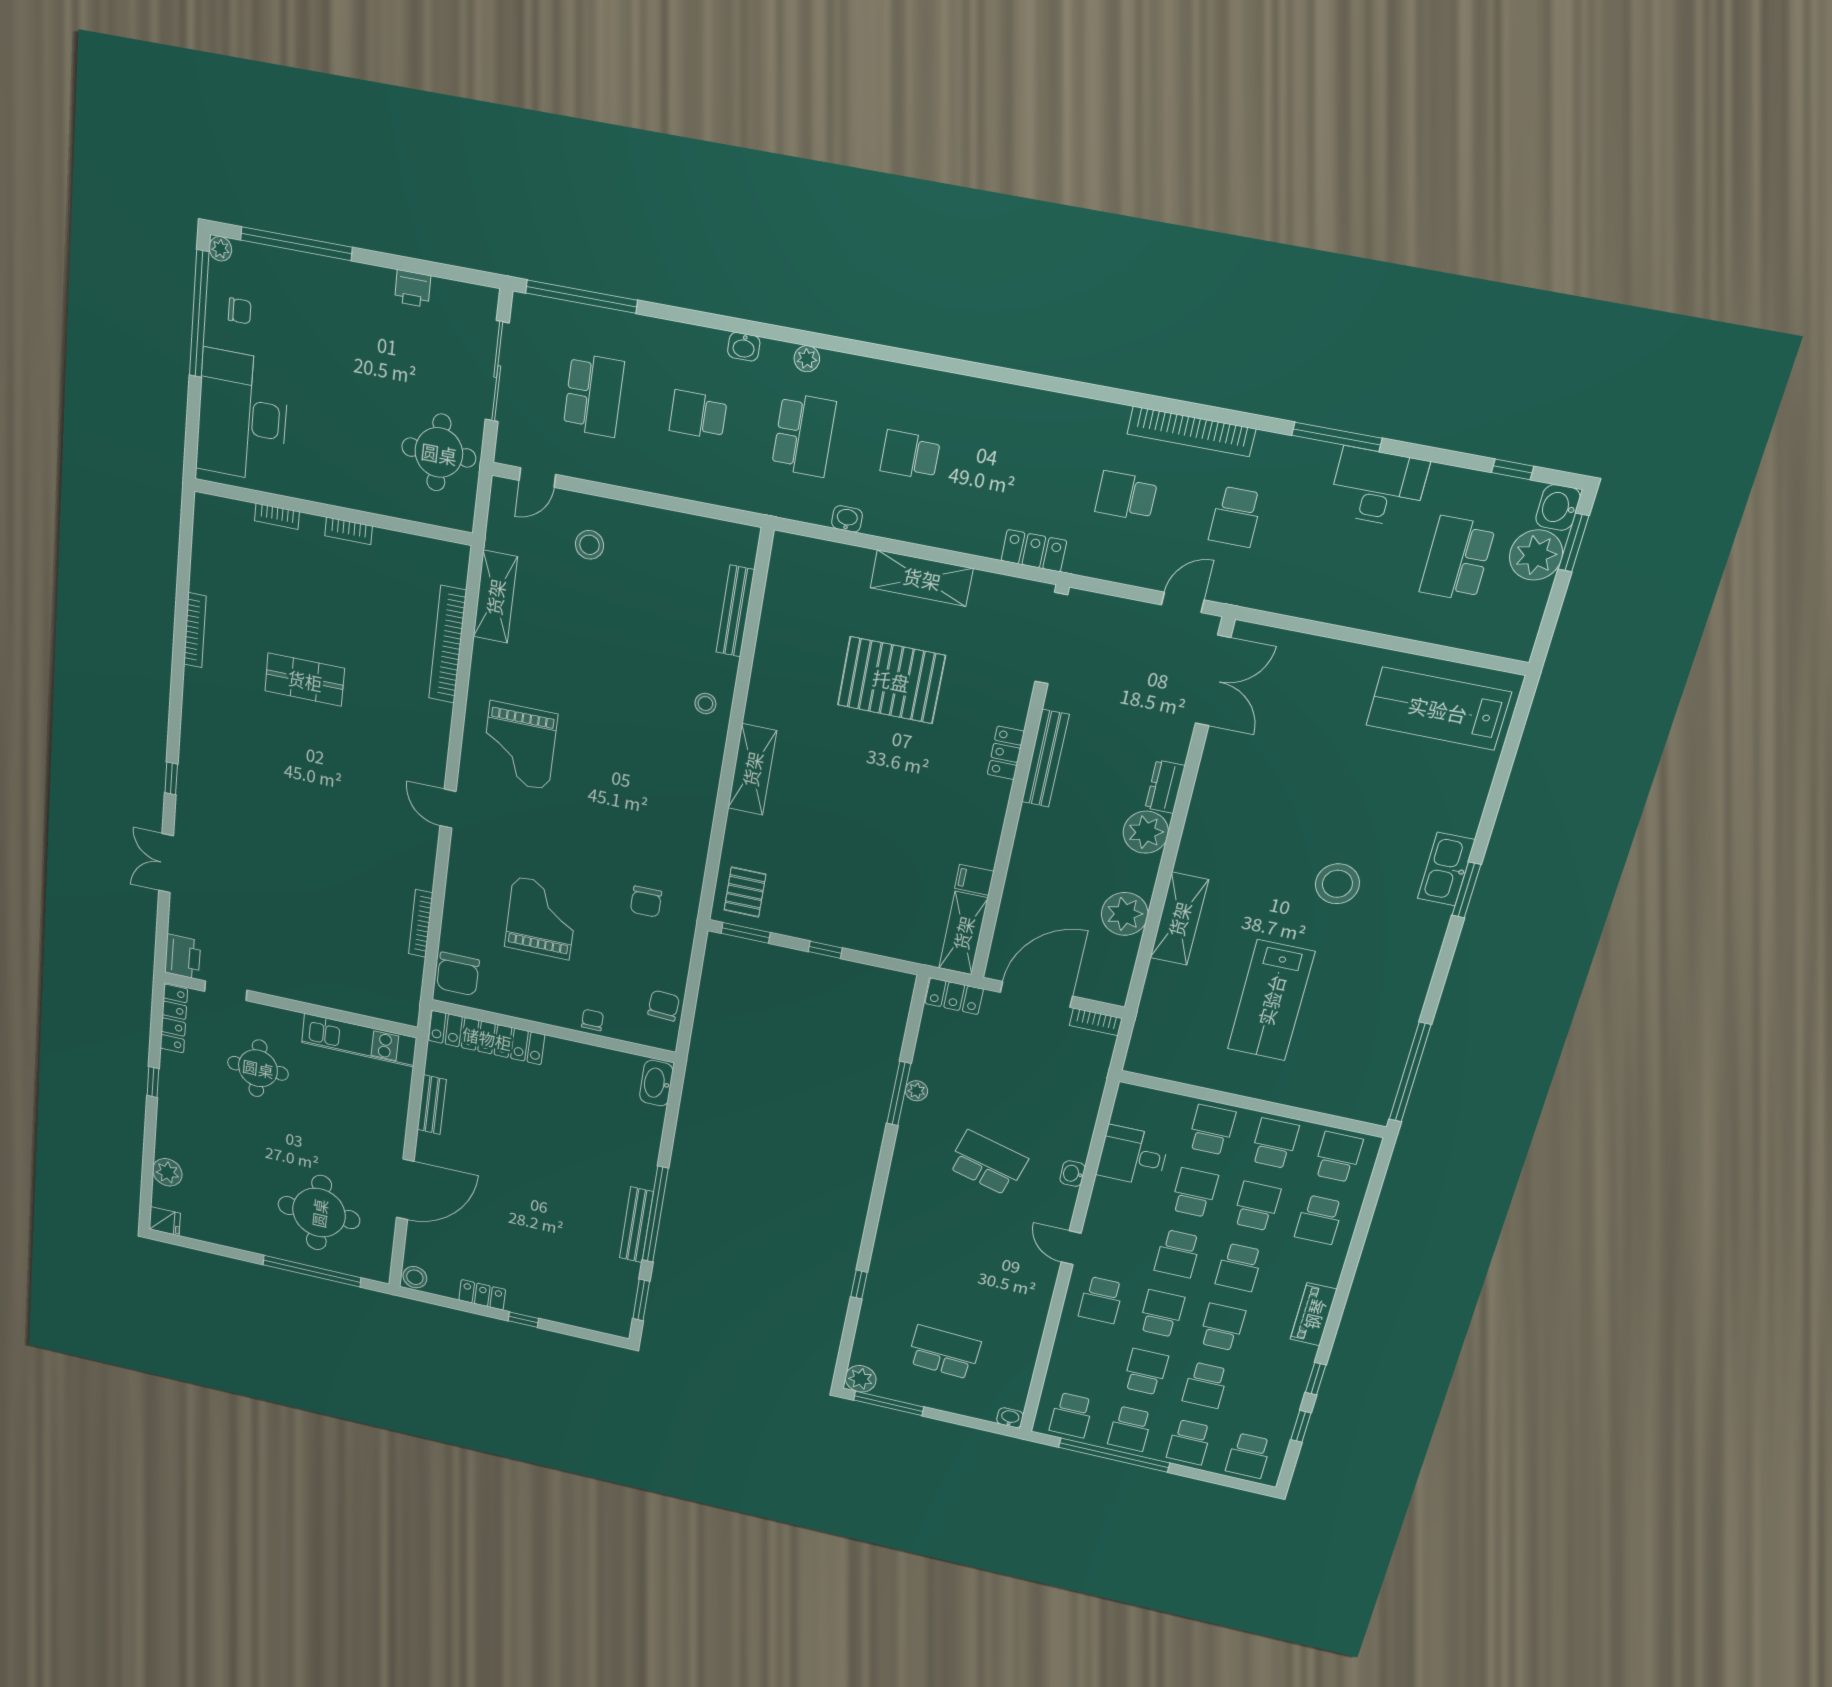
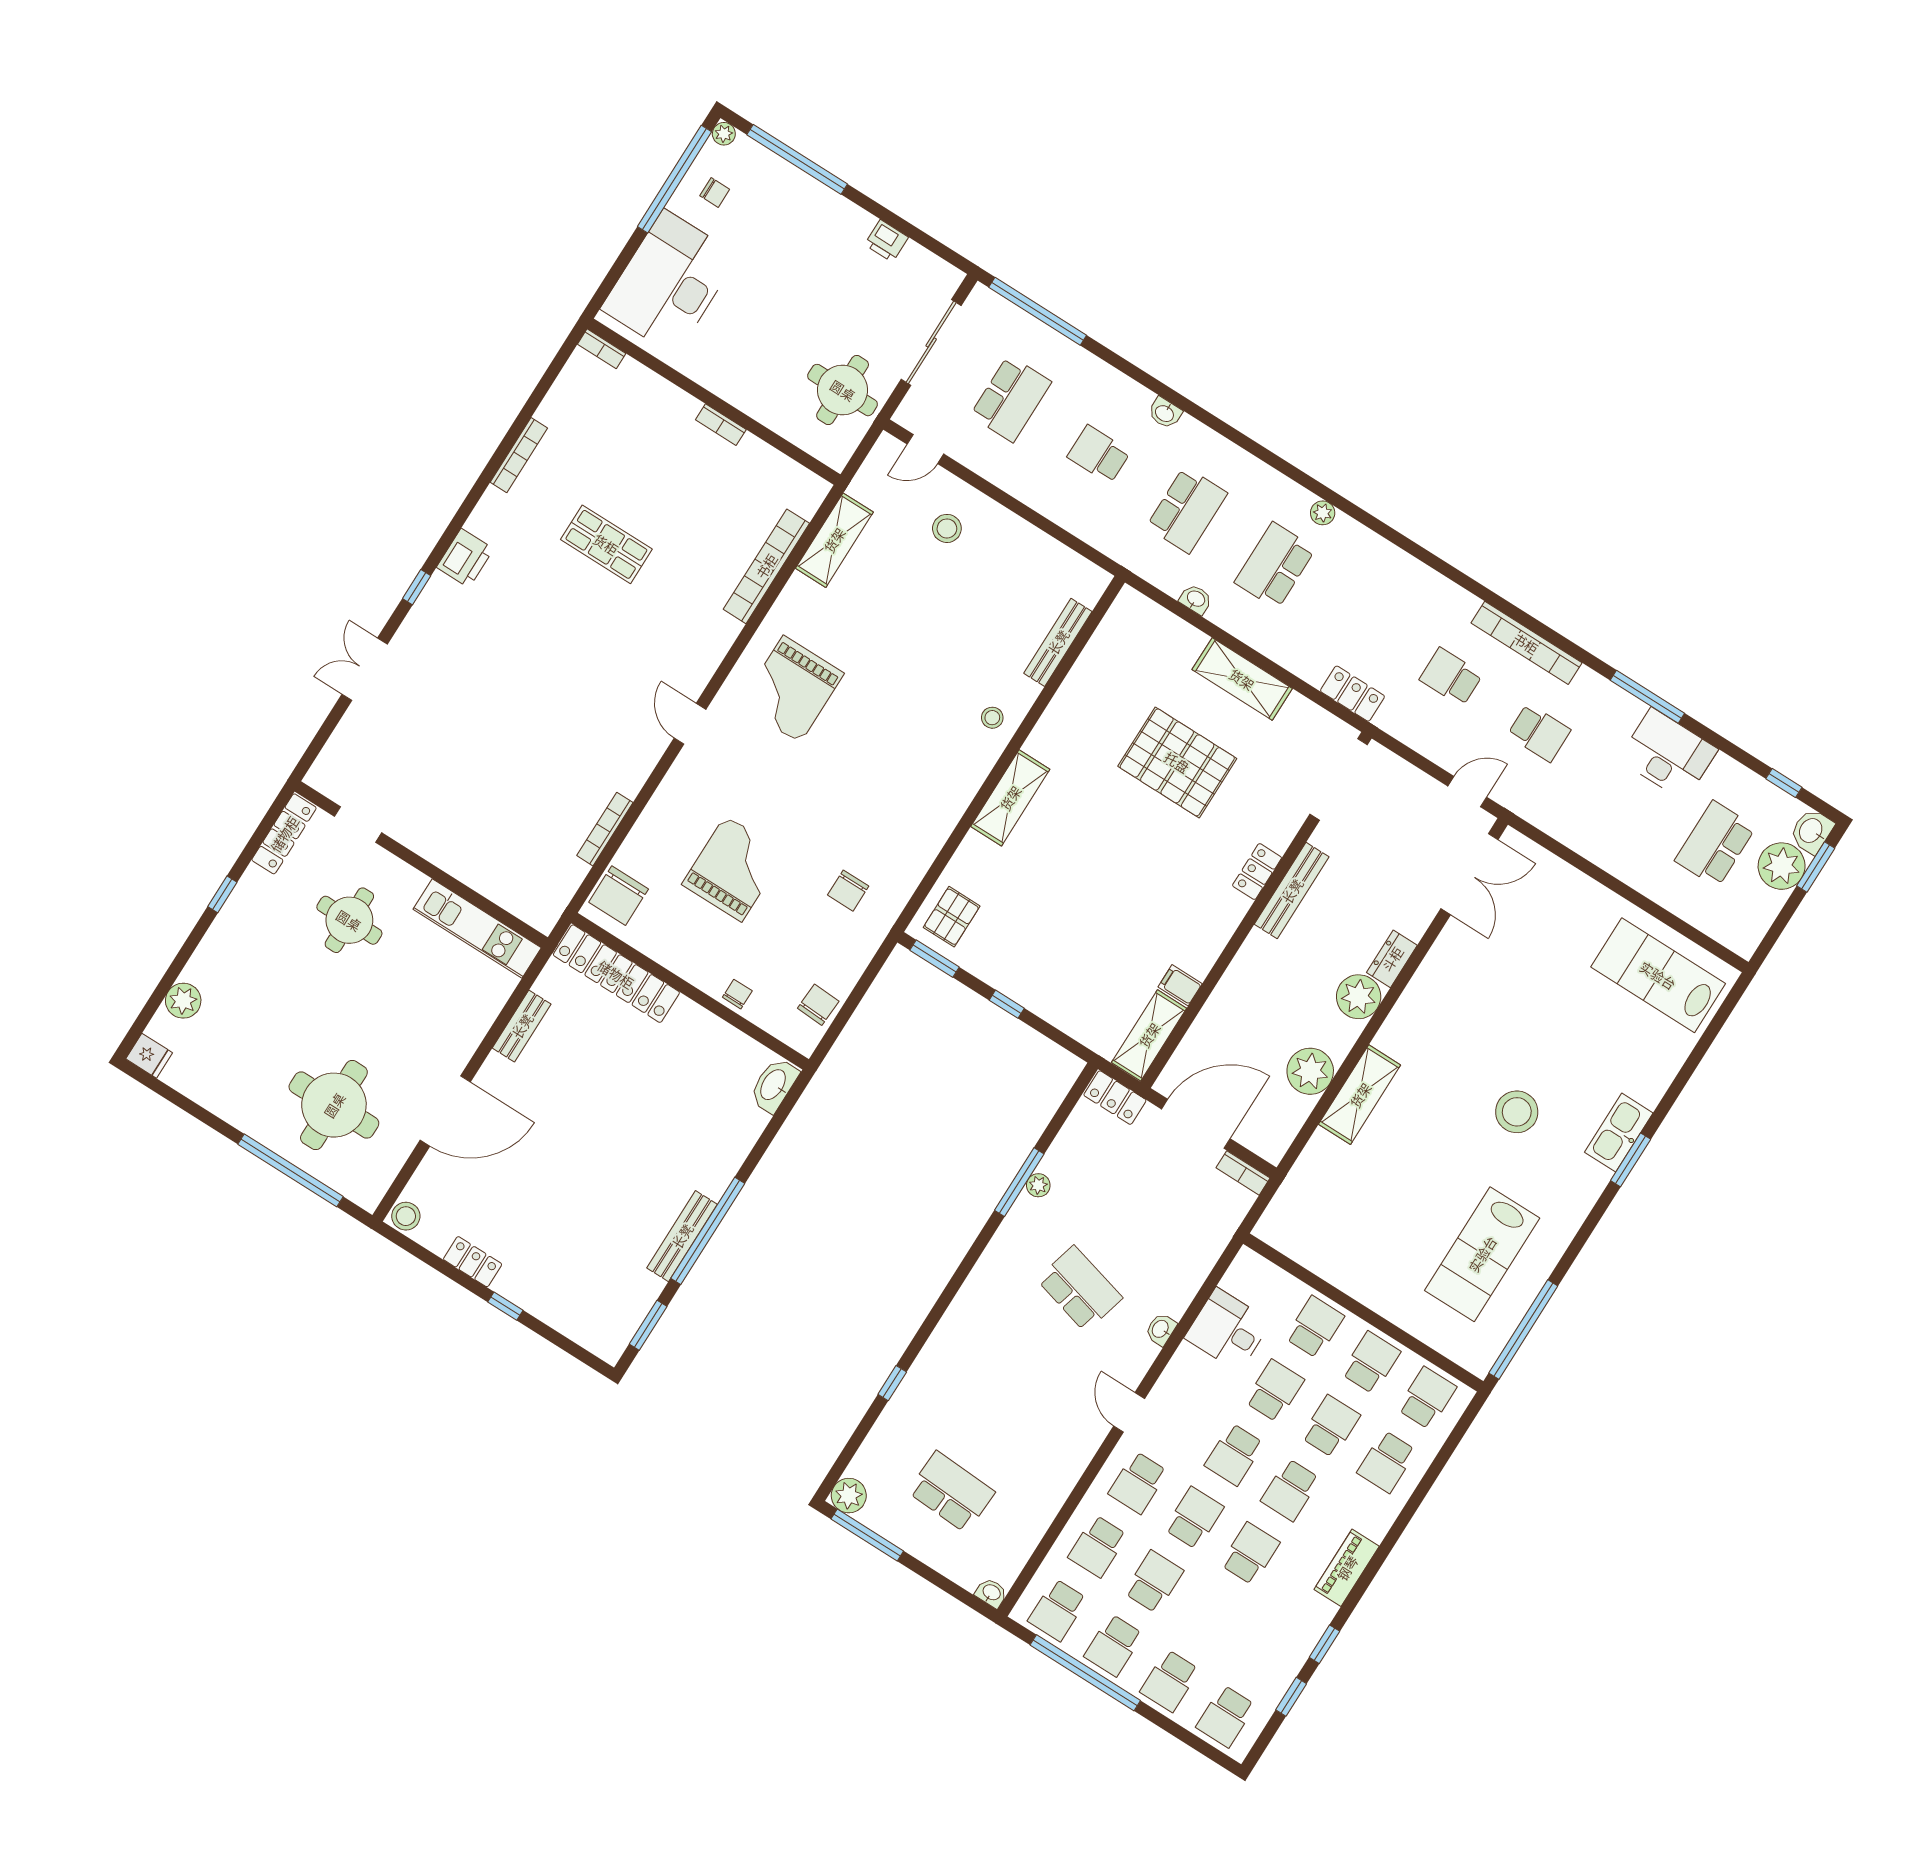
plant: (807, 359) -> (1323, 513), moved
school desk: (910, 455) -> (1275, 566), width x1.85
bookcase: (277, 516) -> (602, 349), moved
school desk: (1236, 517) -> (1539, 733), turned -90
printer: (183, 957) -> (465, 558), moved
lab bench: (1271, 1000) -> (1482, 1254), moved
school desk: (1205, 1385) -> (1098, 1546), moved

